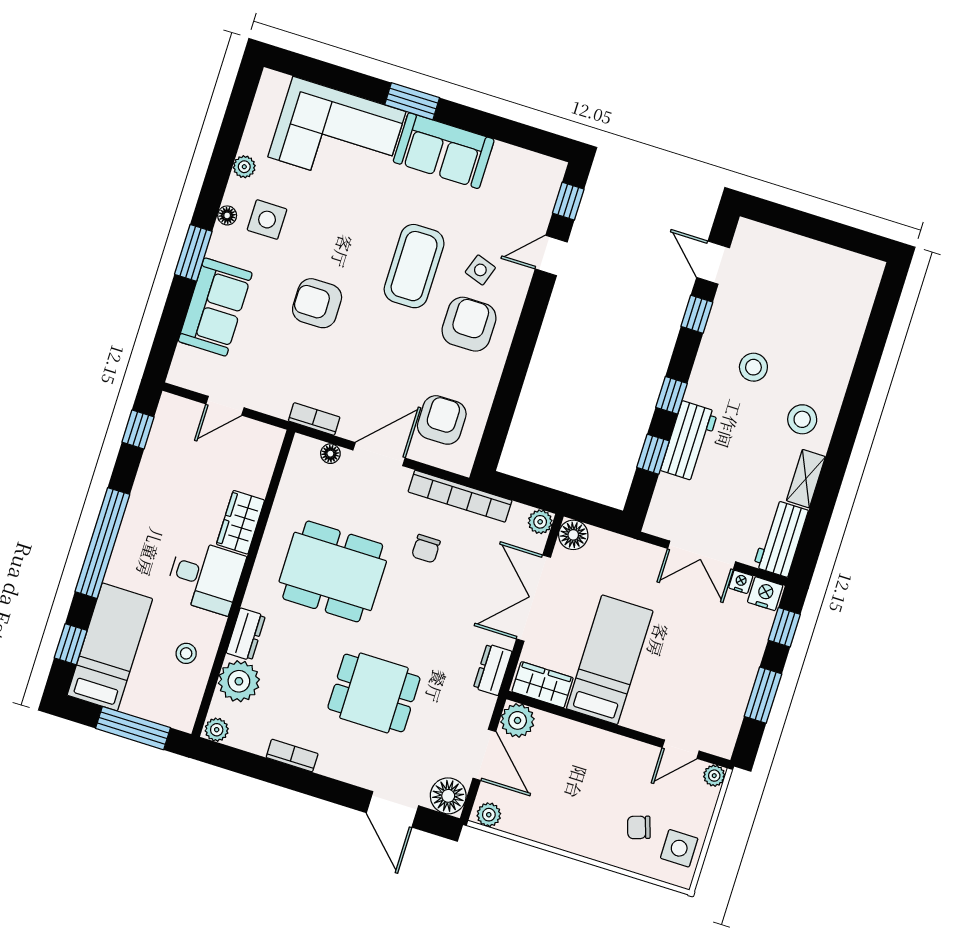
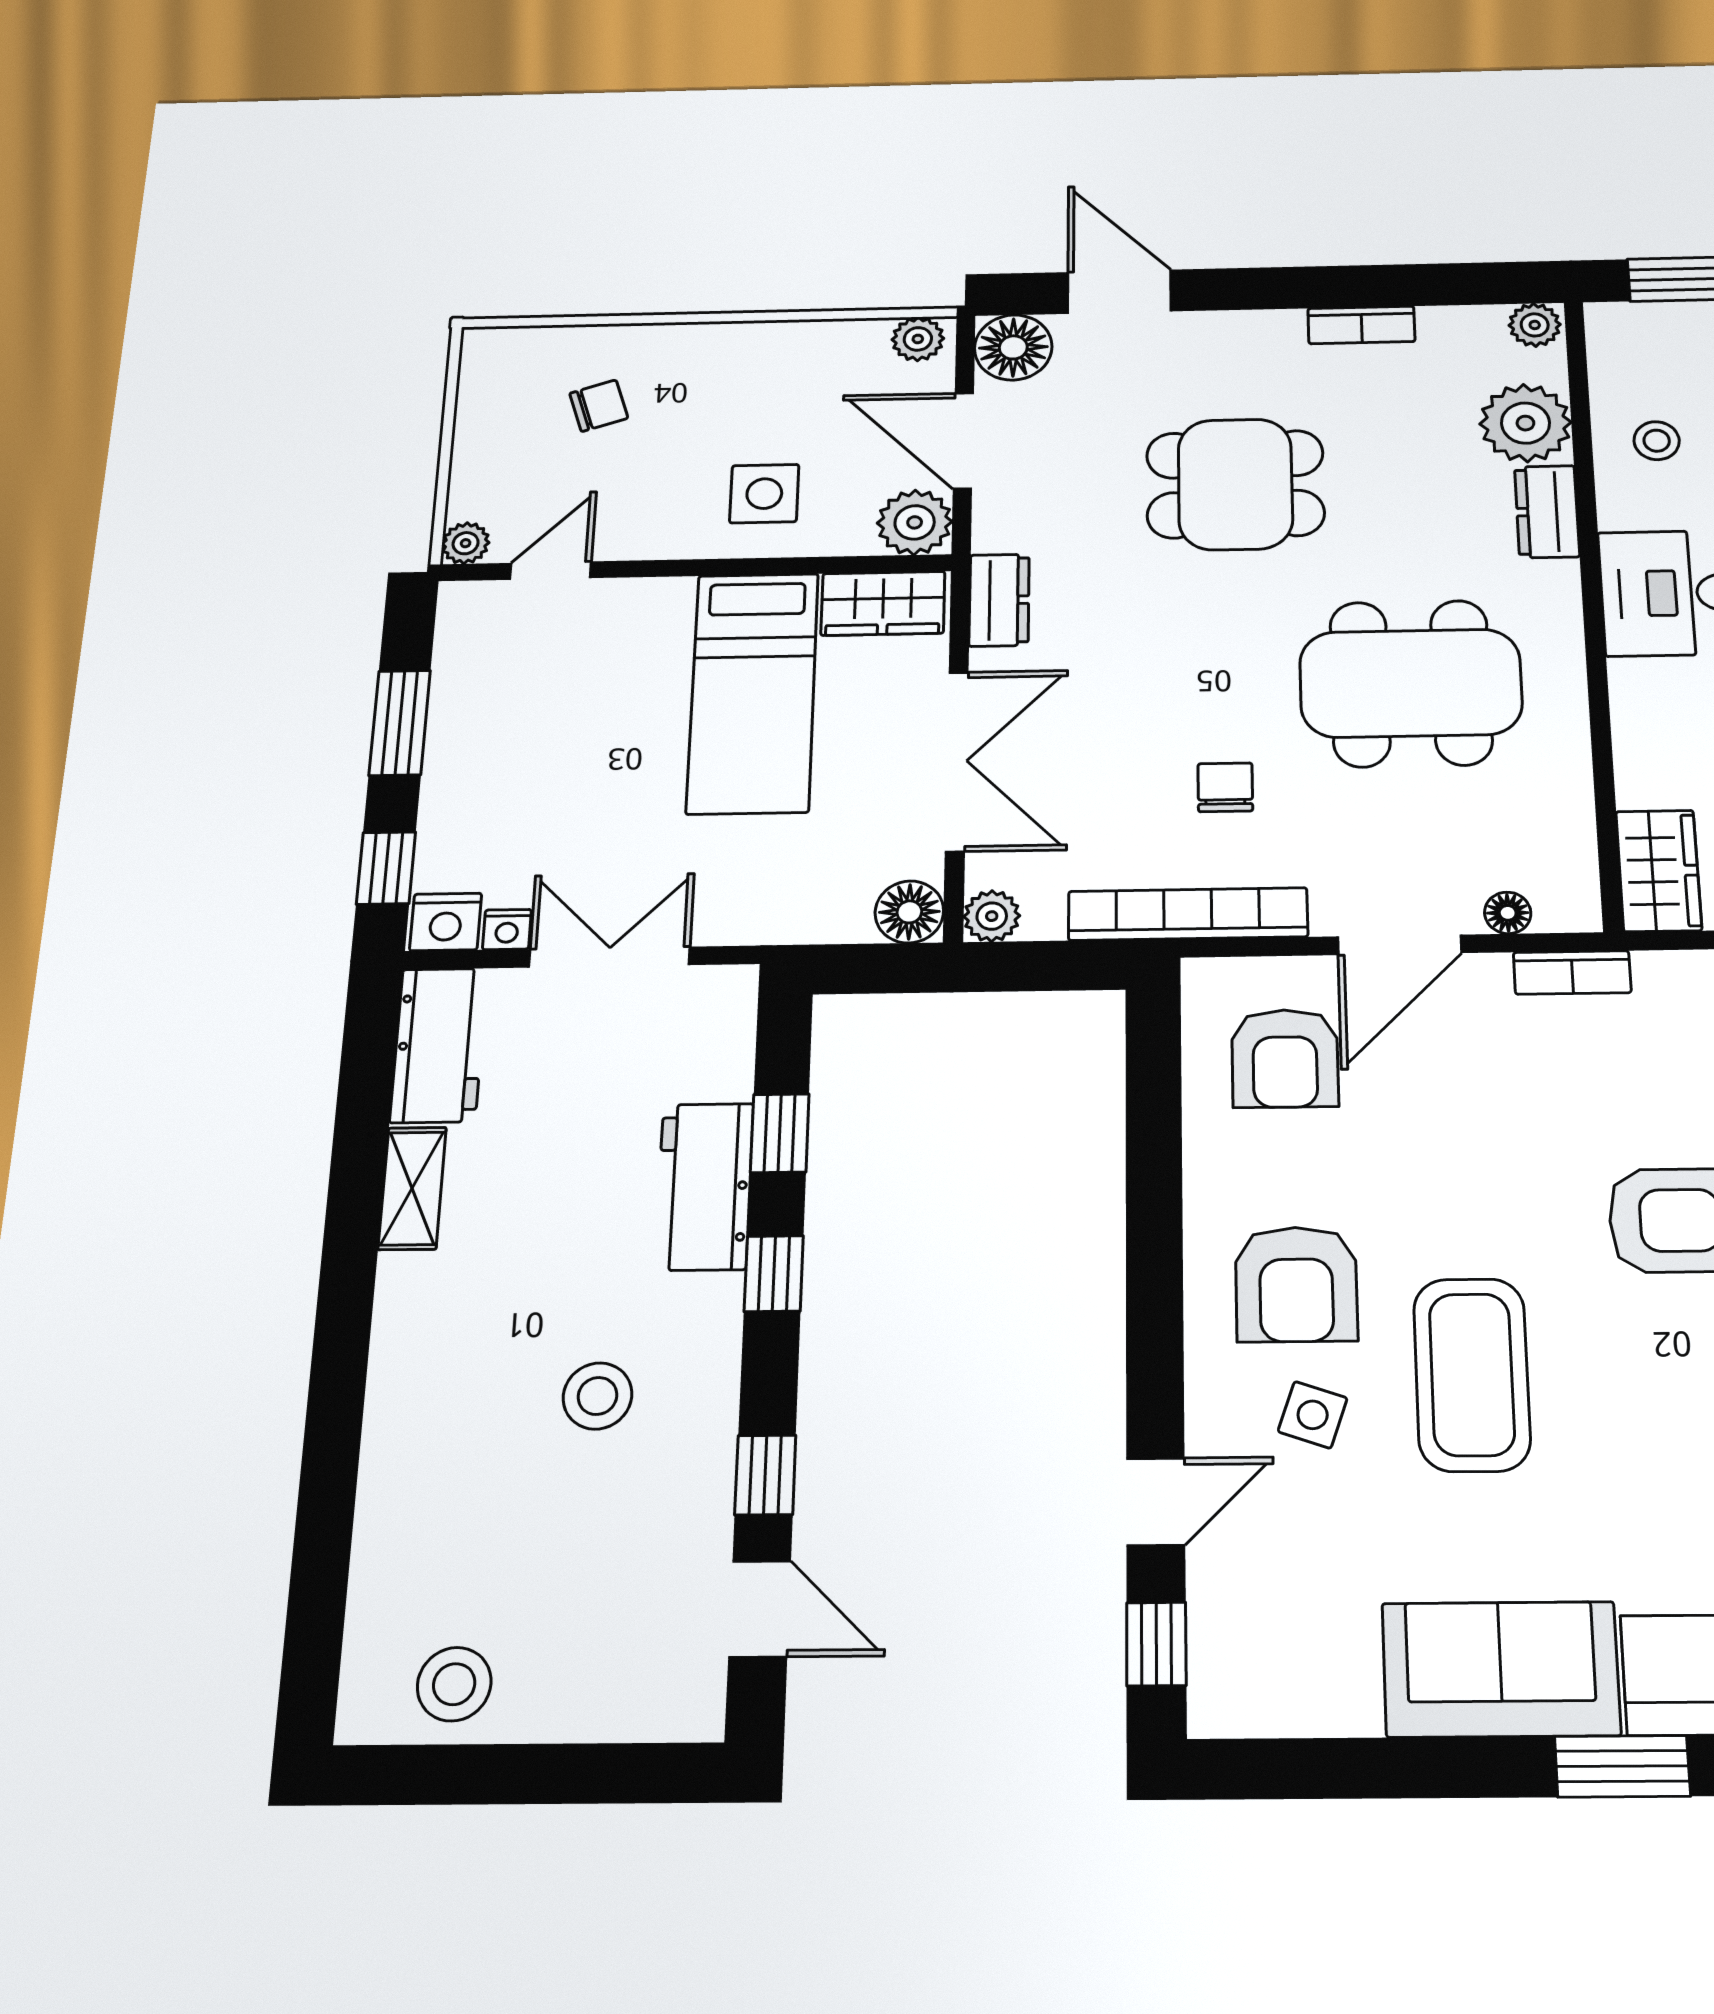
stool: (802, 419) -> (454, 1684), moved
wardrobe: (241, 522) -> (1659, 871), moved
side table: (679, 848) -> (764, 494), moved

